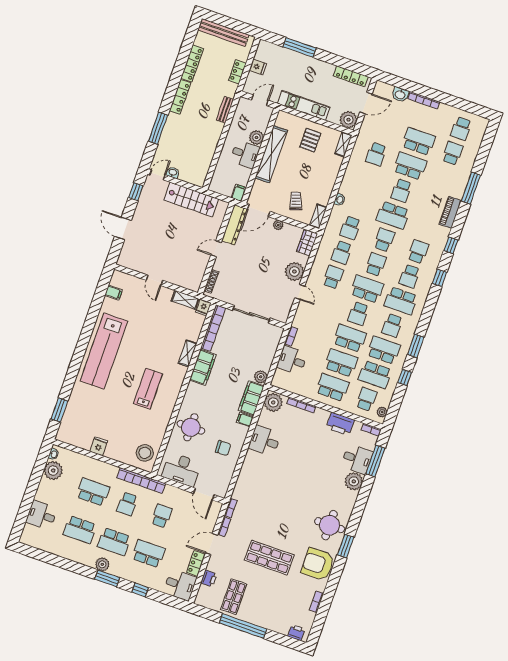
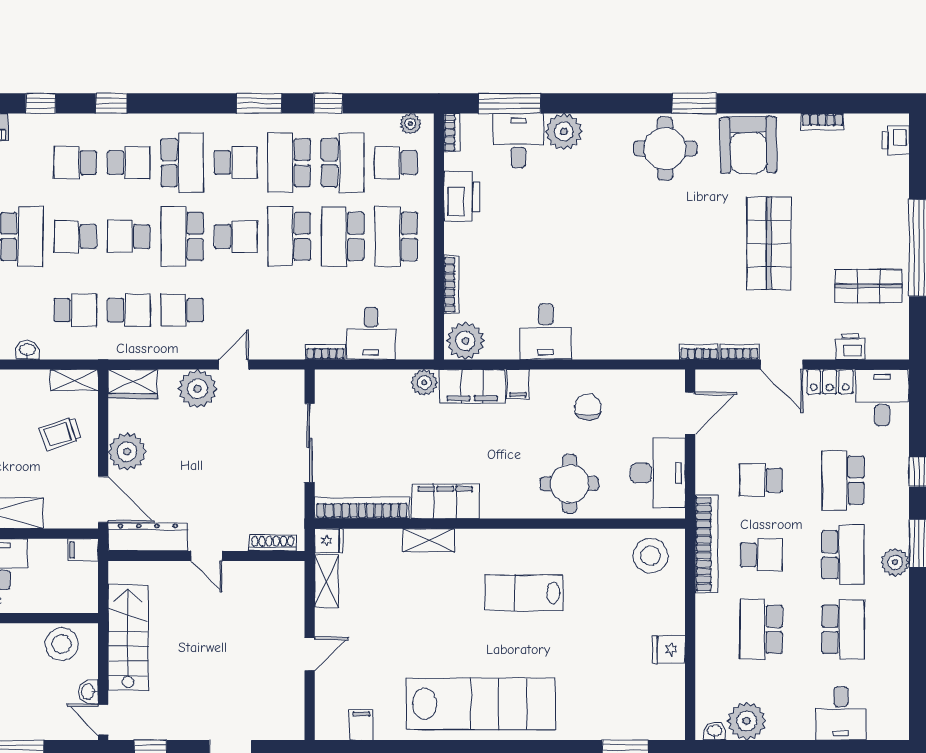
stool: (199, 168) -> (62, 644), added
plant: (278, 225) -> (127, 452), width x1.88, depth x1.88

